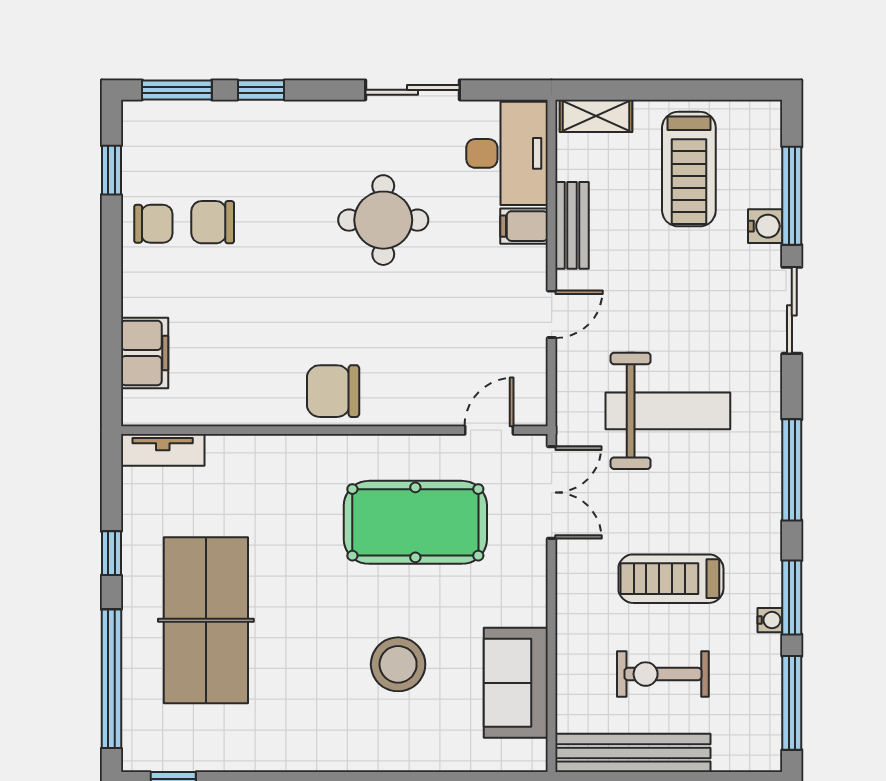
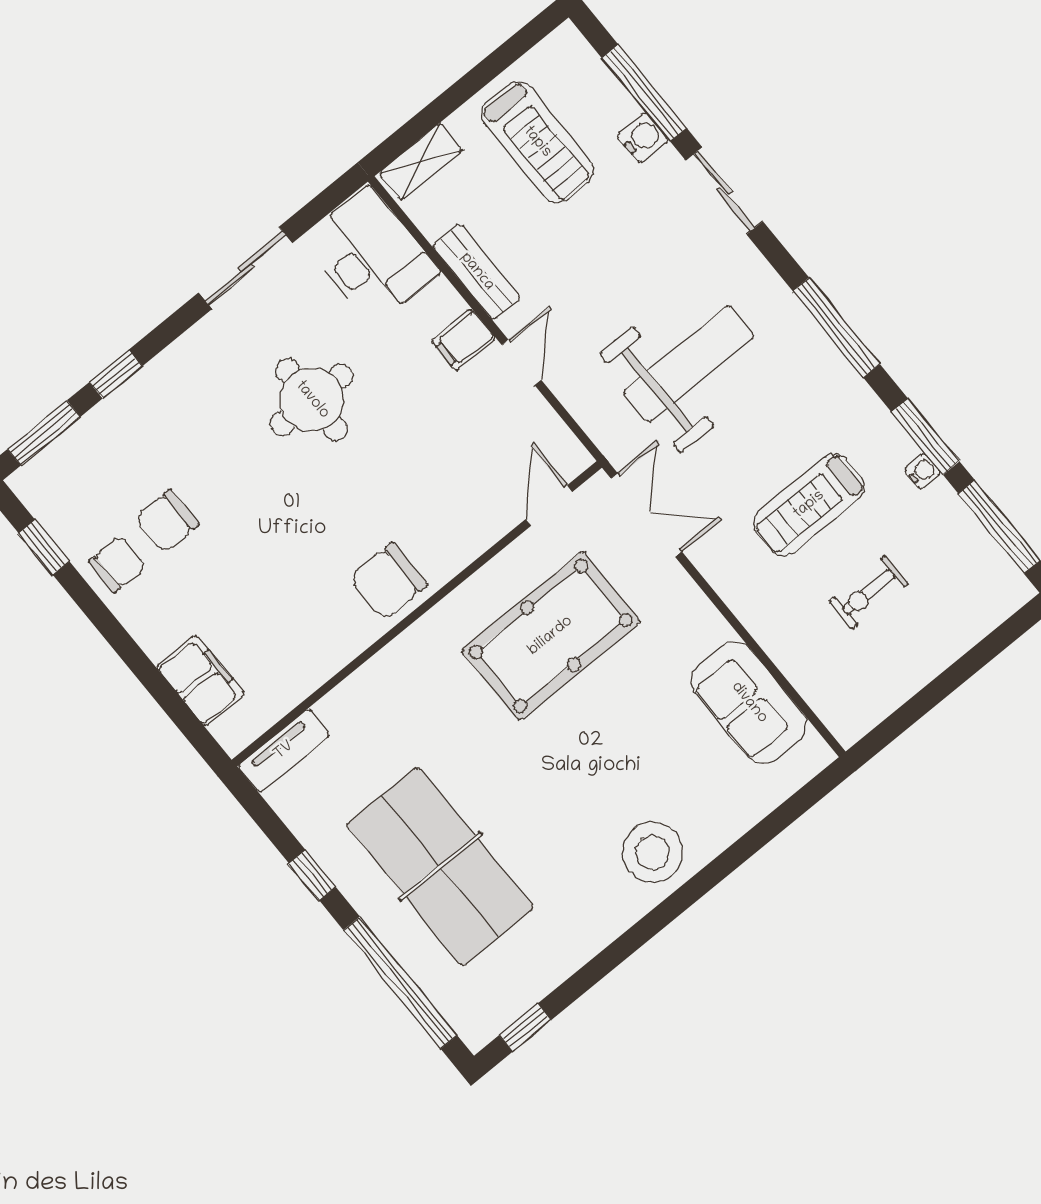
filing cabinet: (524, 226) -> (463, 340), moved
stool: (398, 664) -> (653, 852), moved
exercise bike: (663, 674) -> (869, 592), width x0.73, depth x0.72
bench: (633, 753) -> (898, 681), removed

